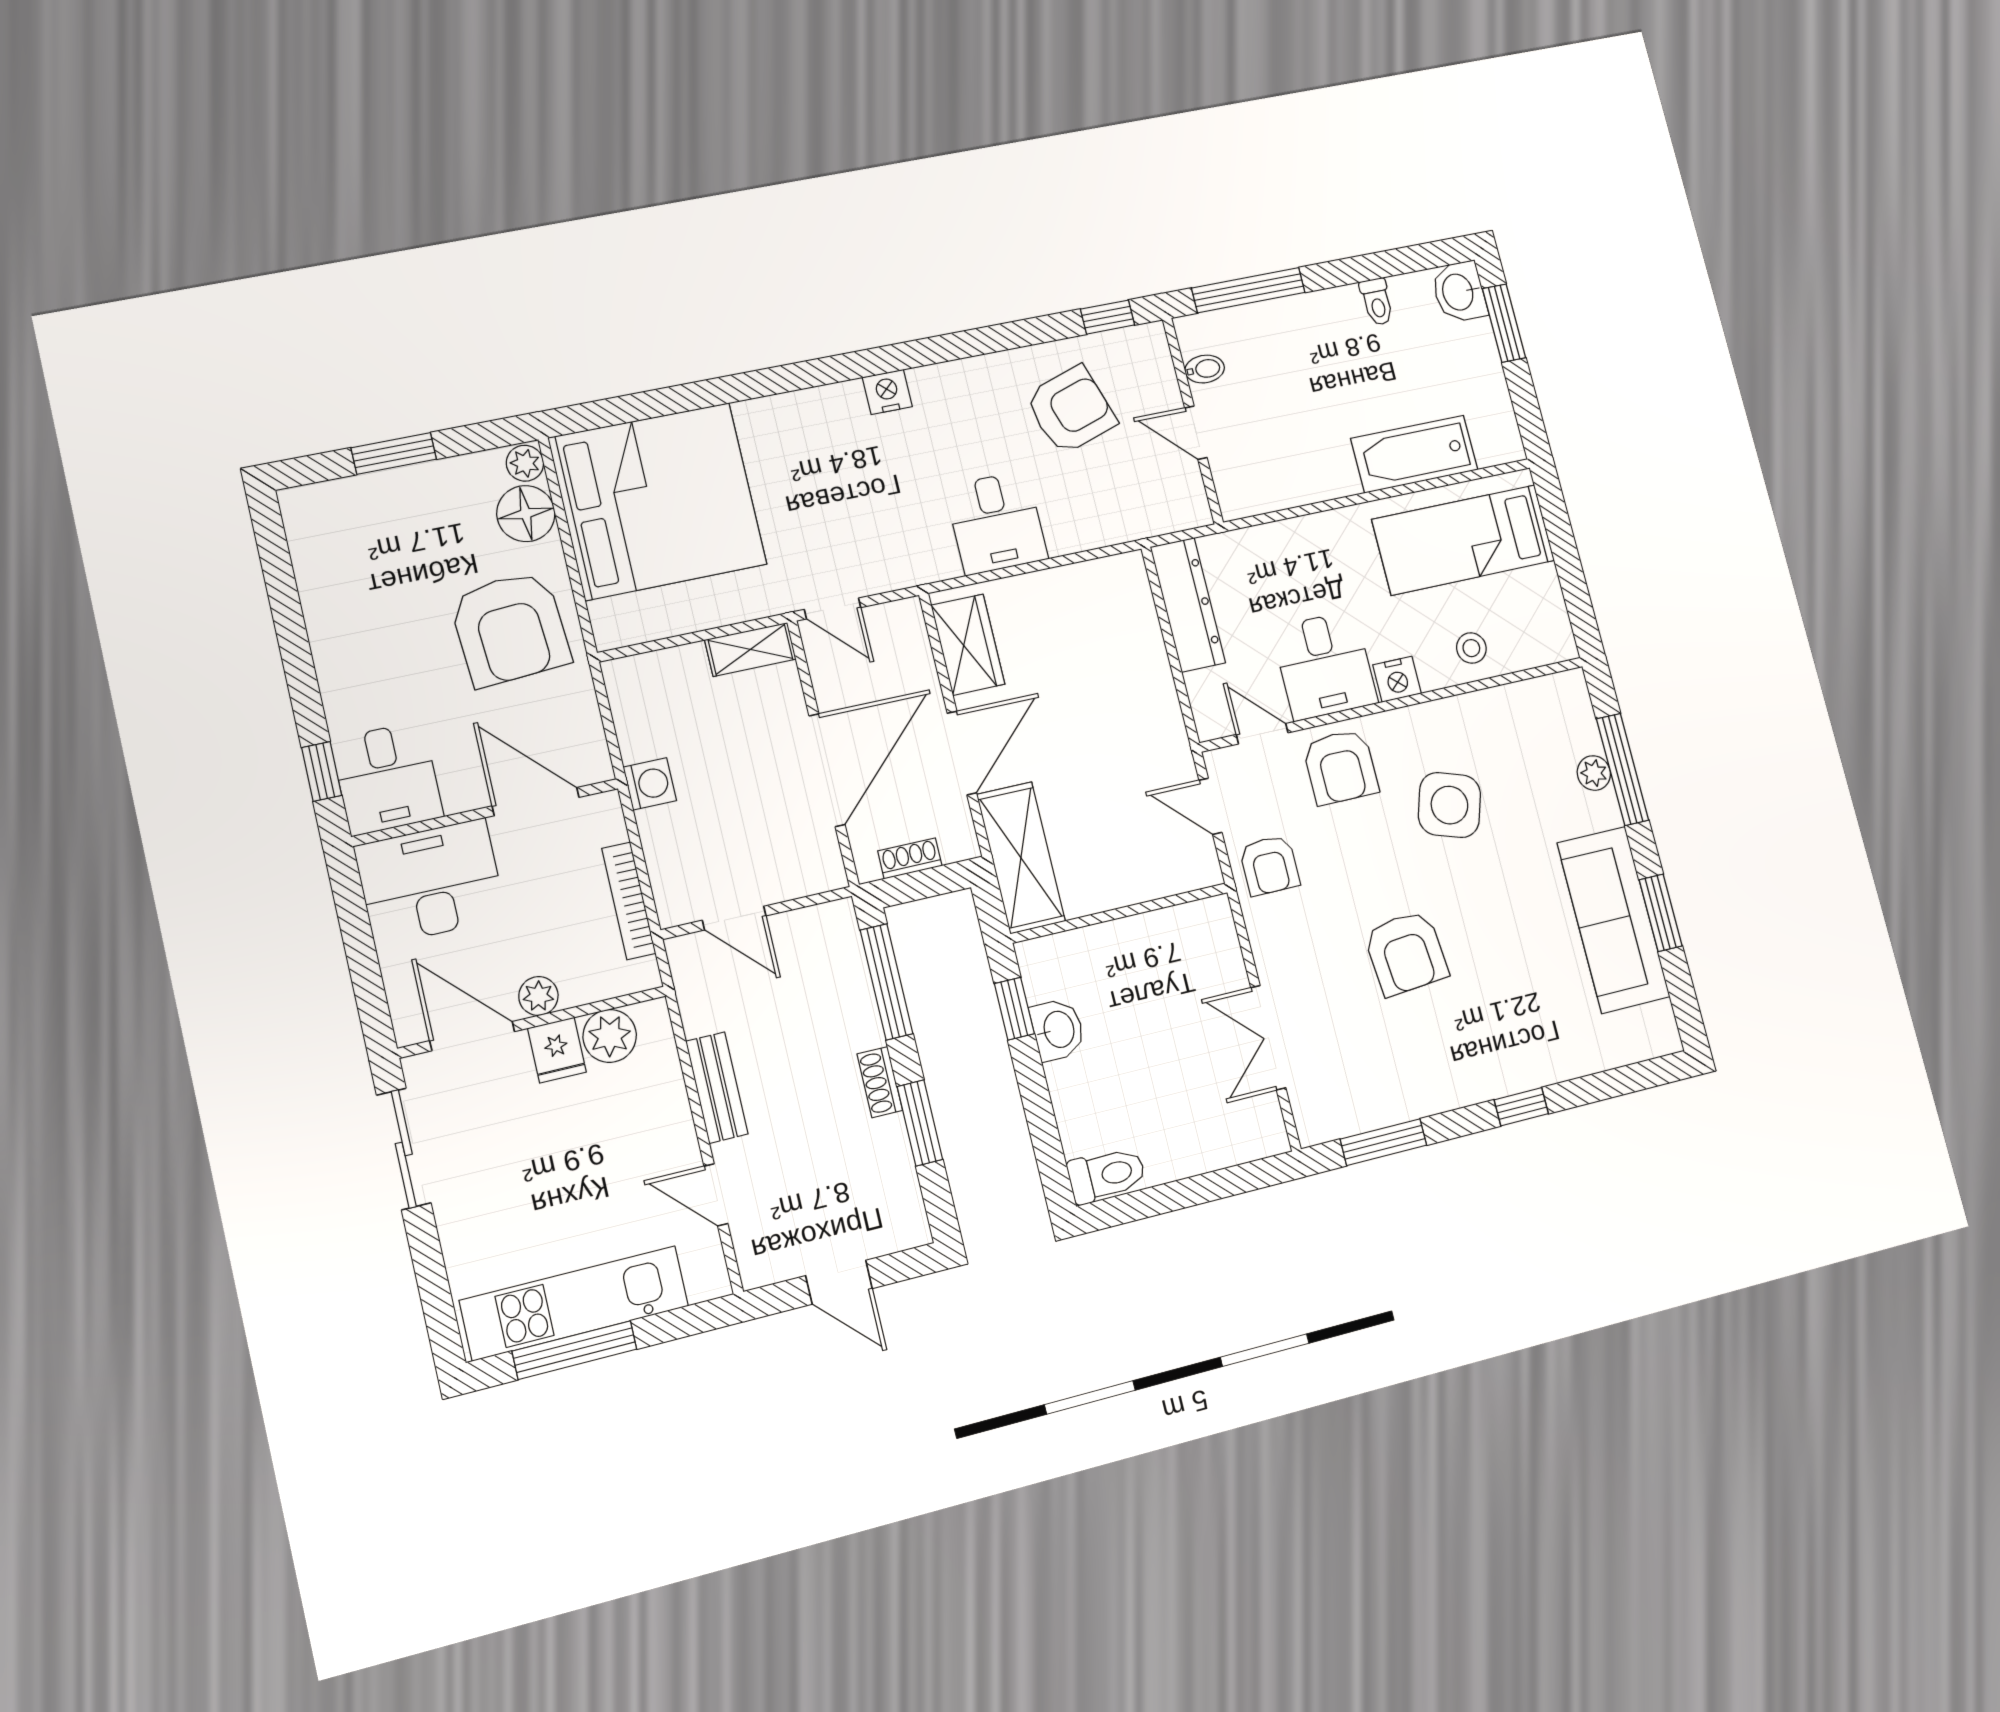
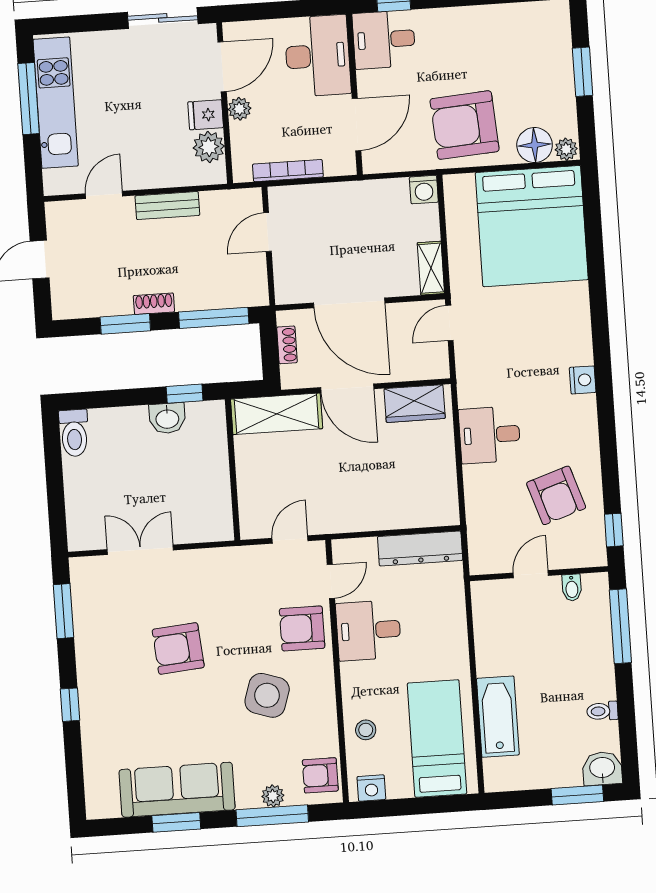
nightstand: (1397, 679) -> (371, 788), moved, turned -90
washing machine: (650, 784) -> (424, 190), moved
armchair: (1269, 865) -> (320, 775), moved

